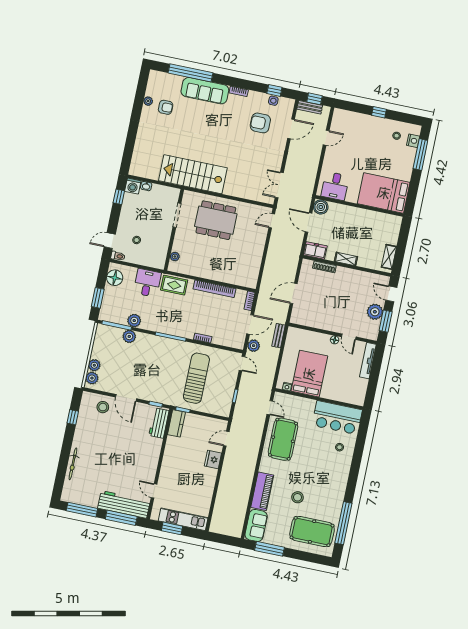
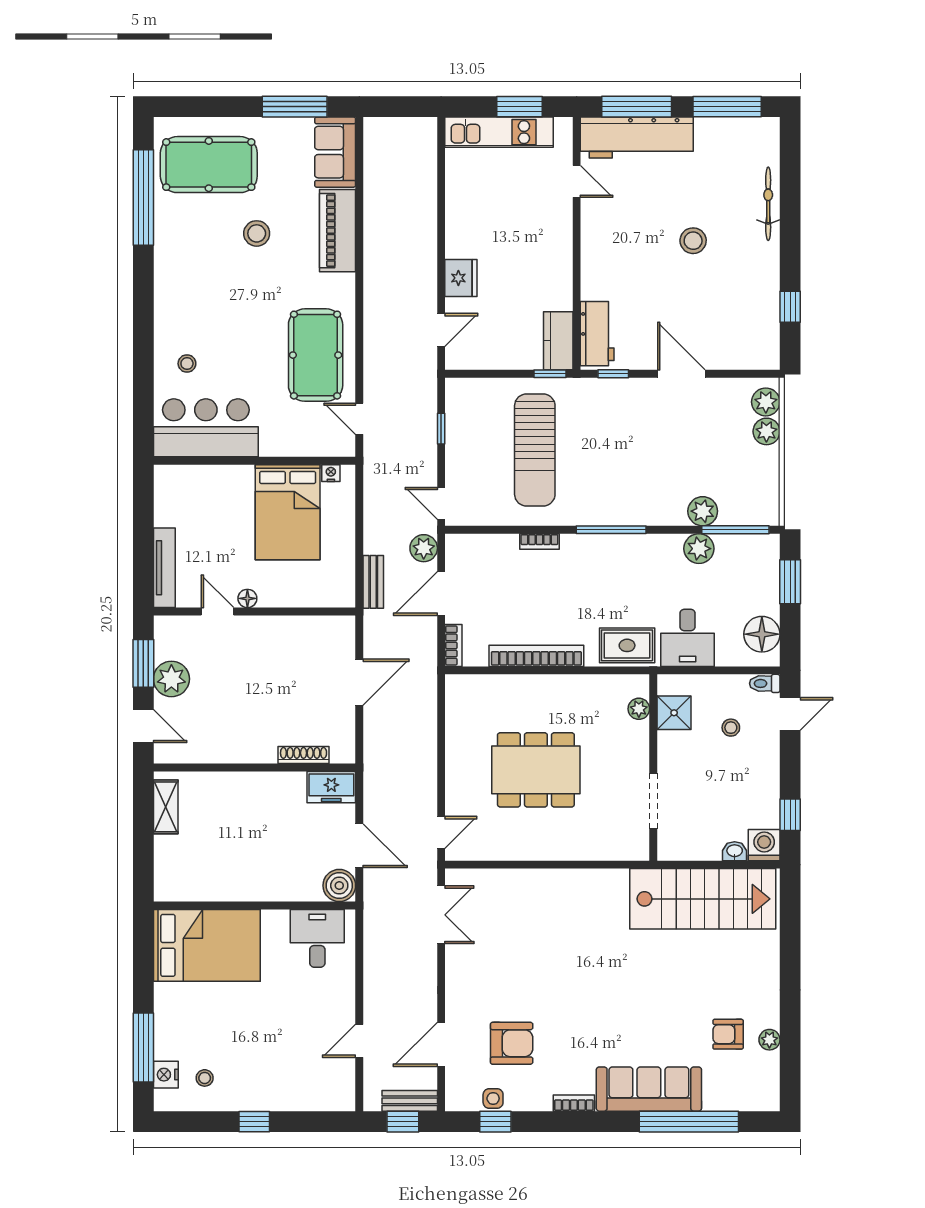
stairs: (193, 174) -> (703, 899), moved
dining table: (216, 220) -> (536, 770), moved
shower: (160, 252) -> (674, 713), added
shelving: (346, 259) -> (260, 782), removed
stool: (103, 407) -> (693, 241), moved

